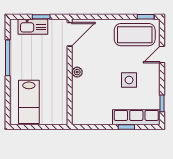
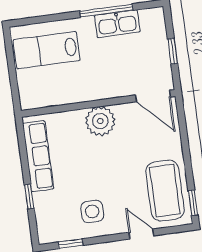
kitchen sink: (33, 27) -> (117, 24), moved, turned -90
plant: (77, 72) -> (100, 121), width x1.87, depth x1.87
side table: (129, 80) -> (92, 211), moved
row of seats: (136, 117) -> (38, 156), moved

